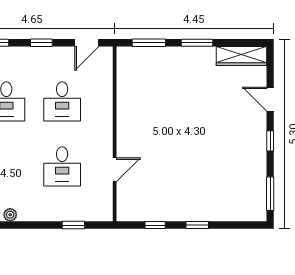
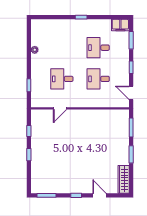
door: (270, 99) -> (99, 195), hinge flipped
door: (115, 170) -> (60, 108), hinge flipped

